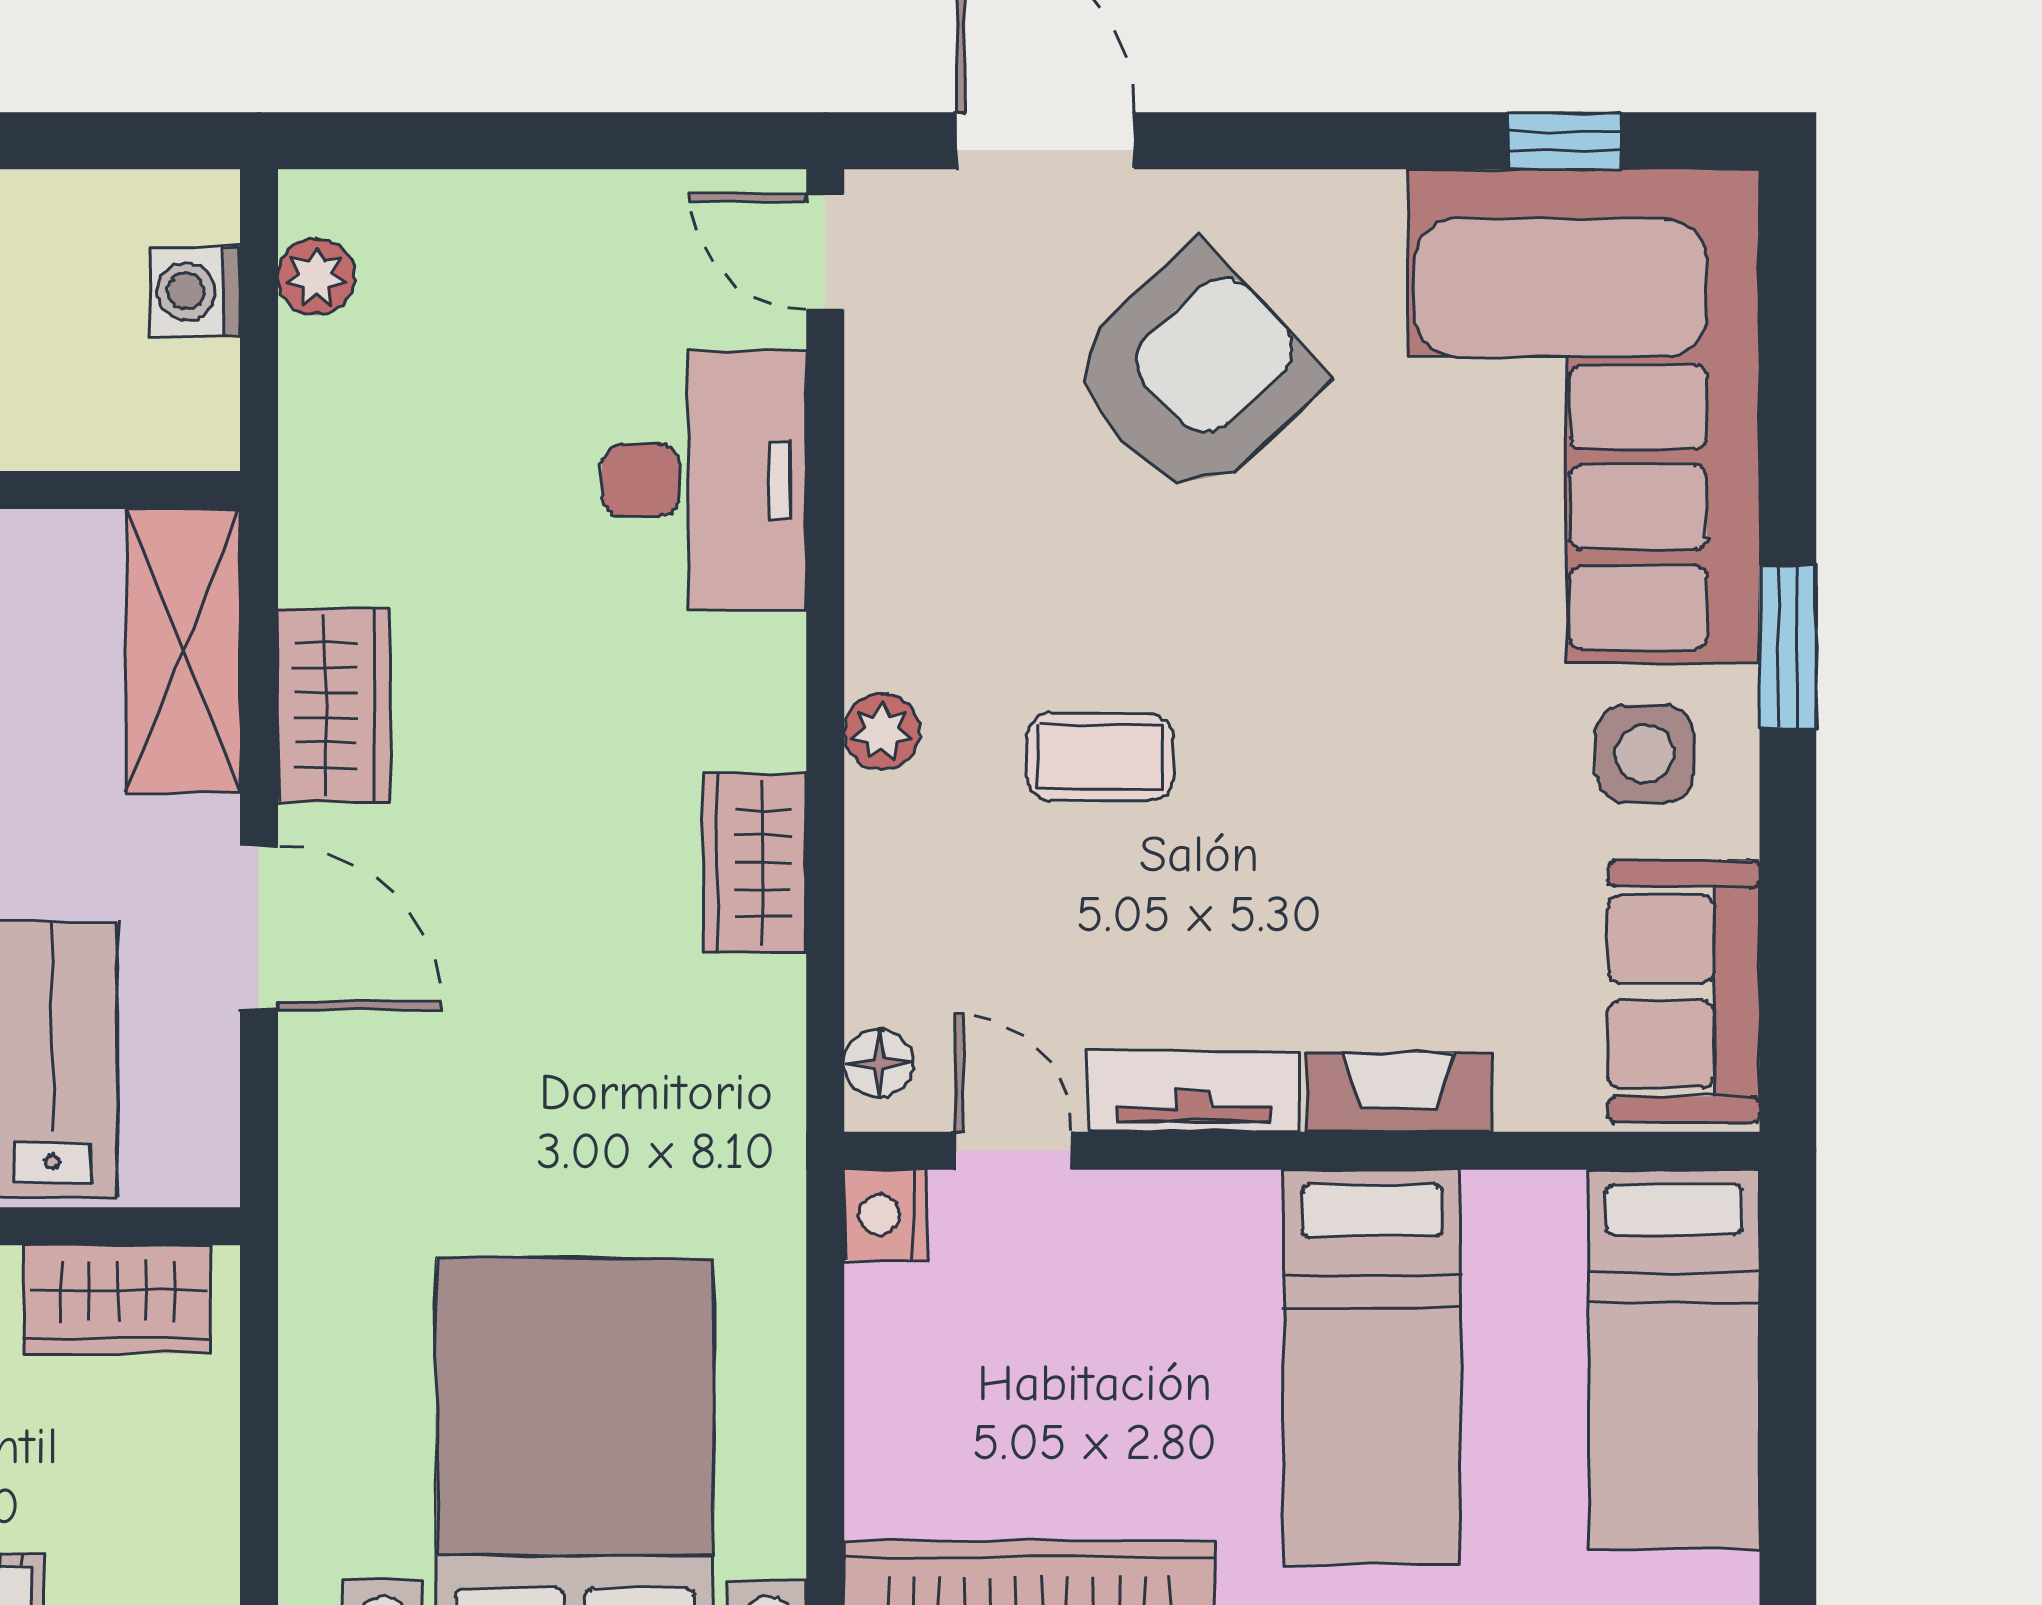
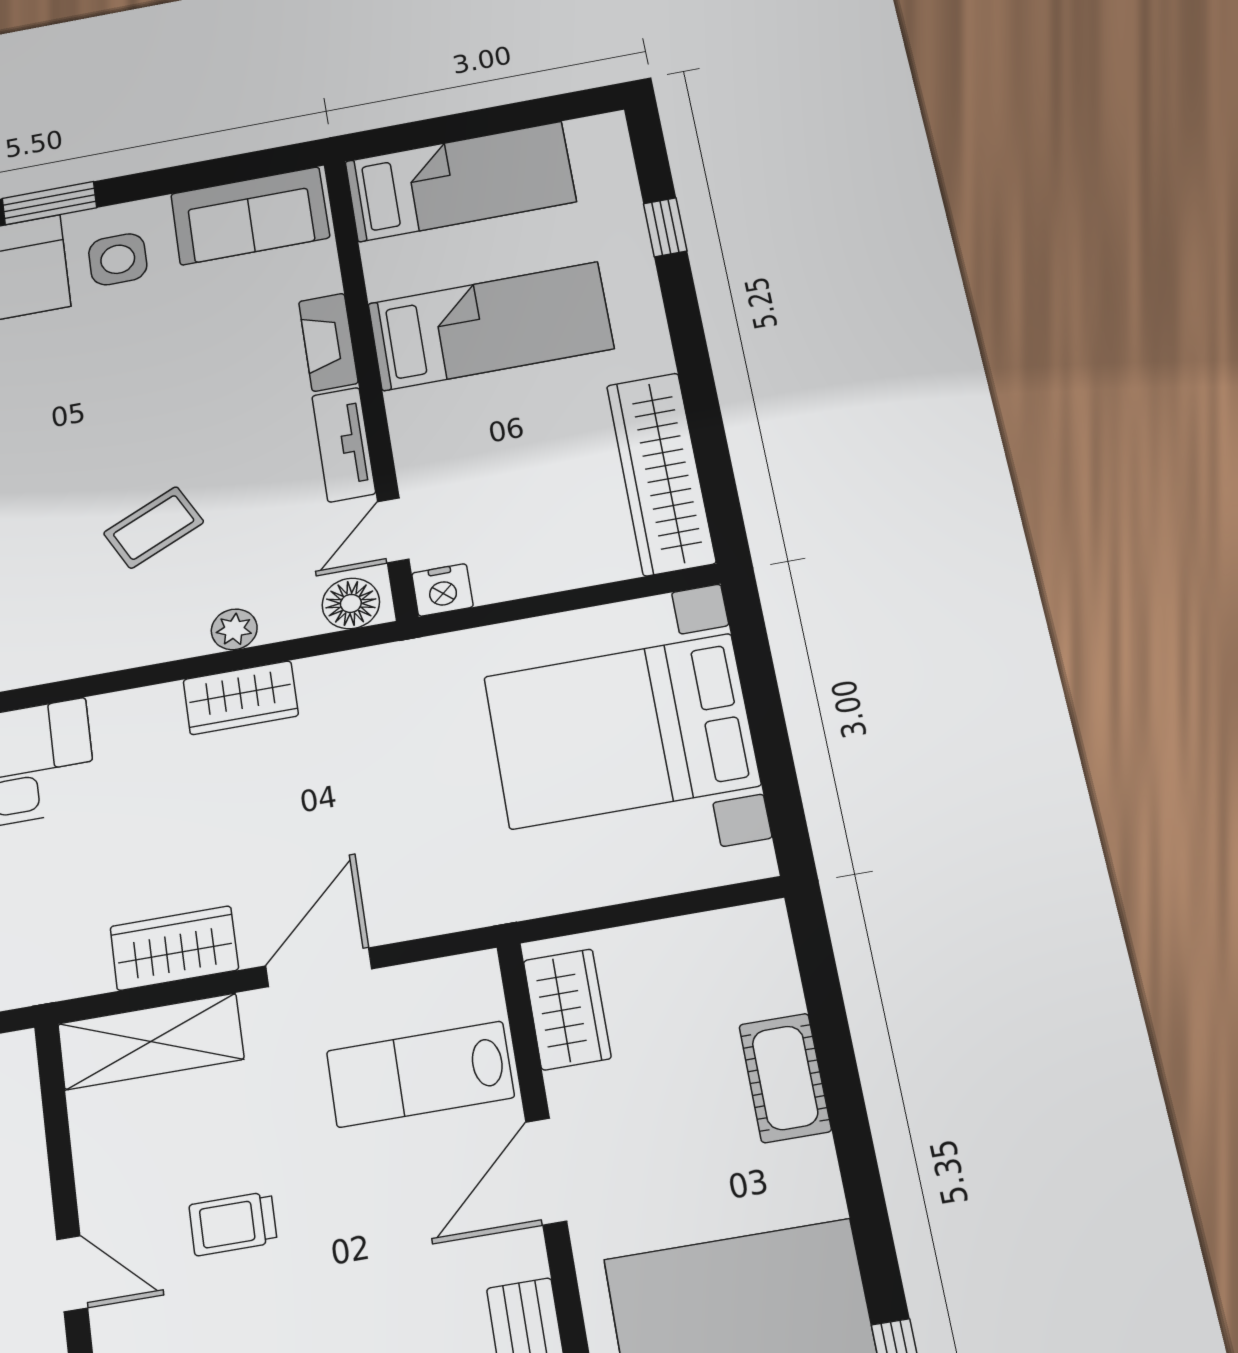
plant: (882, 732) -> (234, 629), moved
coffee table: (1101, 757) -> (154, 527), turned 64
floor lamp: (878, 1063) -> (351, 603), width x1.37, depth x1.37

